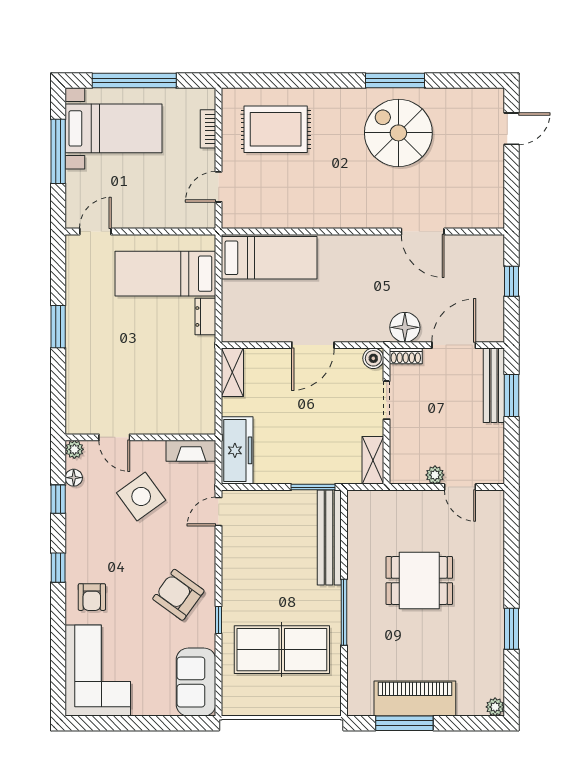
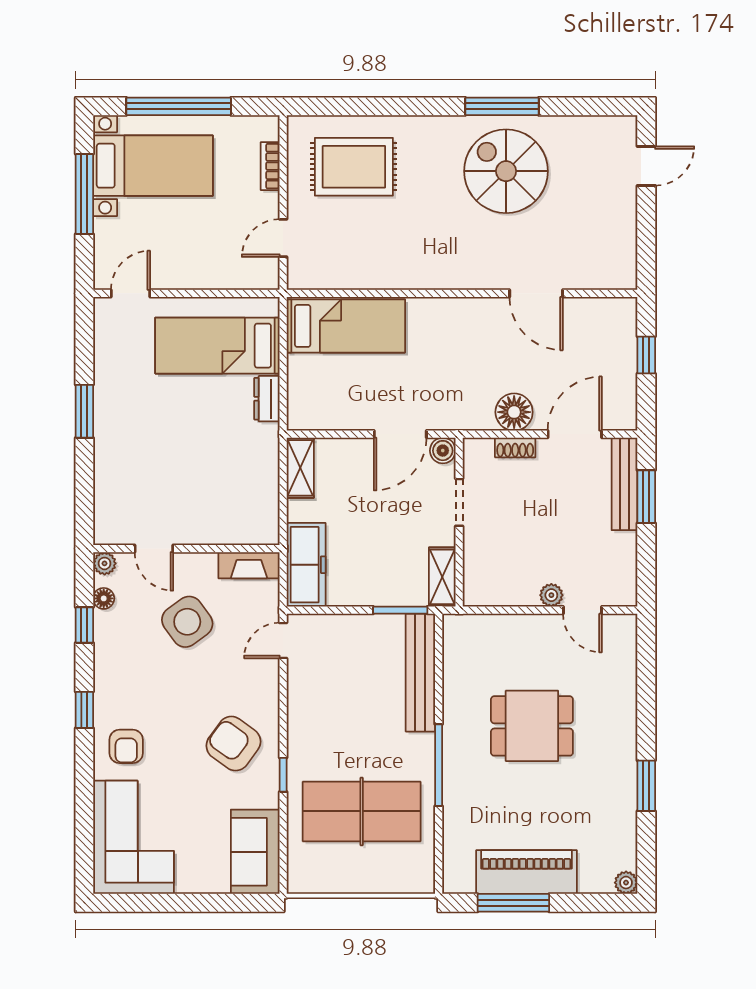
boiler: (373, 358) -> (443, 451), moved
doorway: (387, 400) -> (459, 502), moved
wall: (387, 416) -> (459, 522), moved
shelving: (373, 460) -> (442, 577), moved

